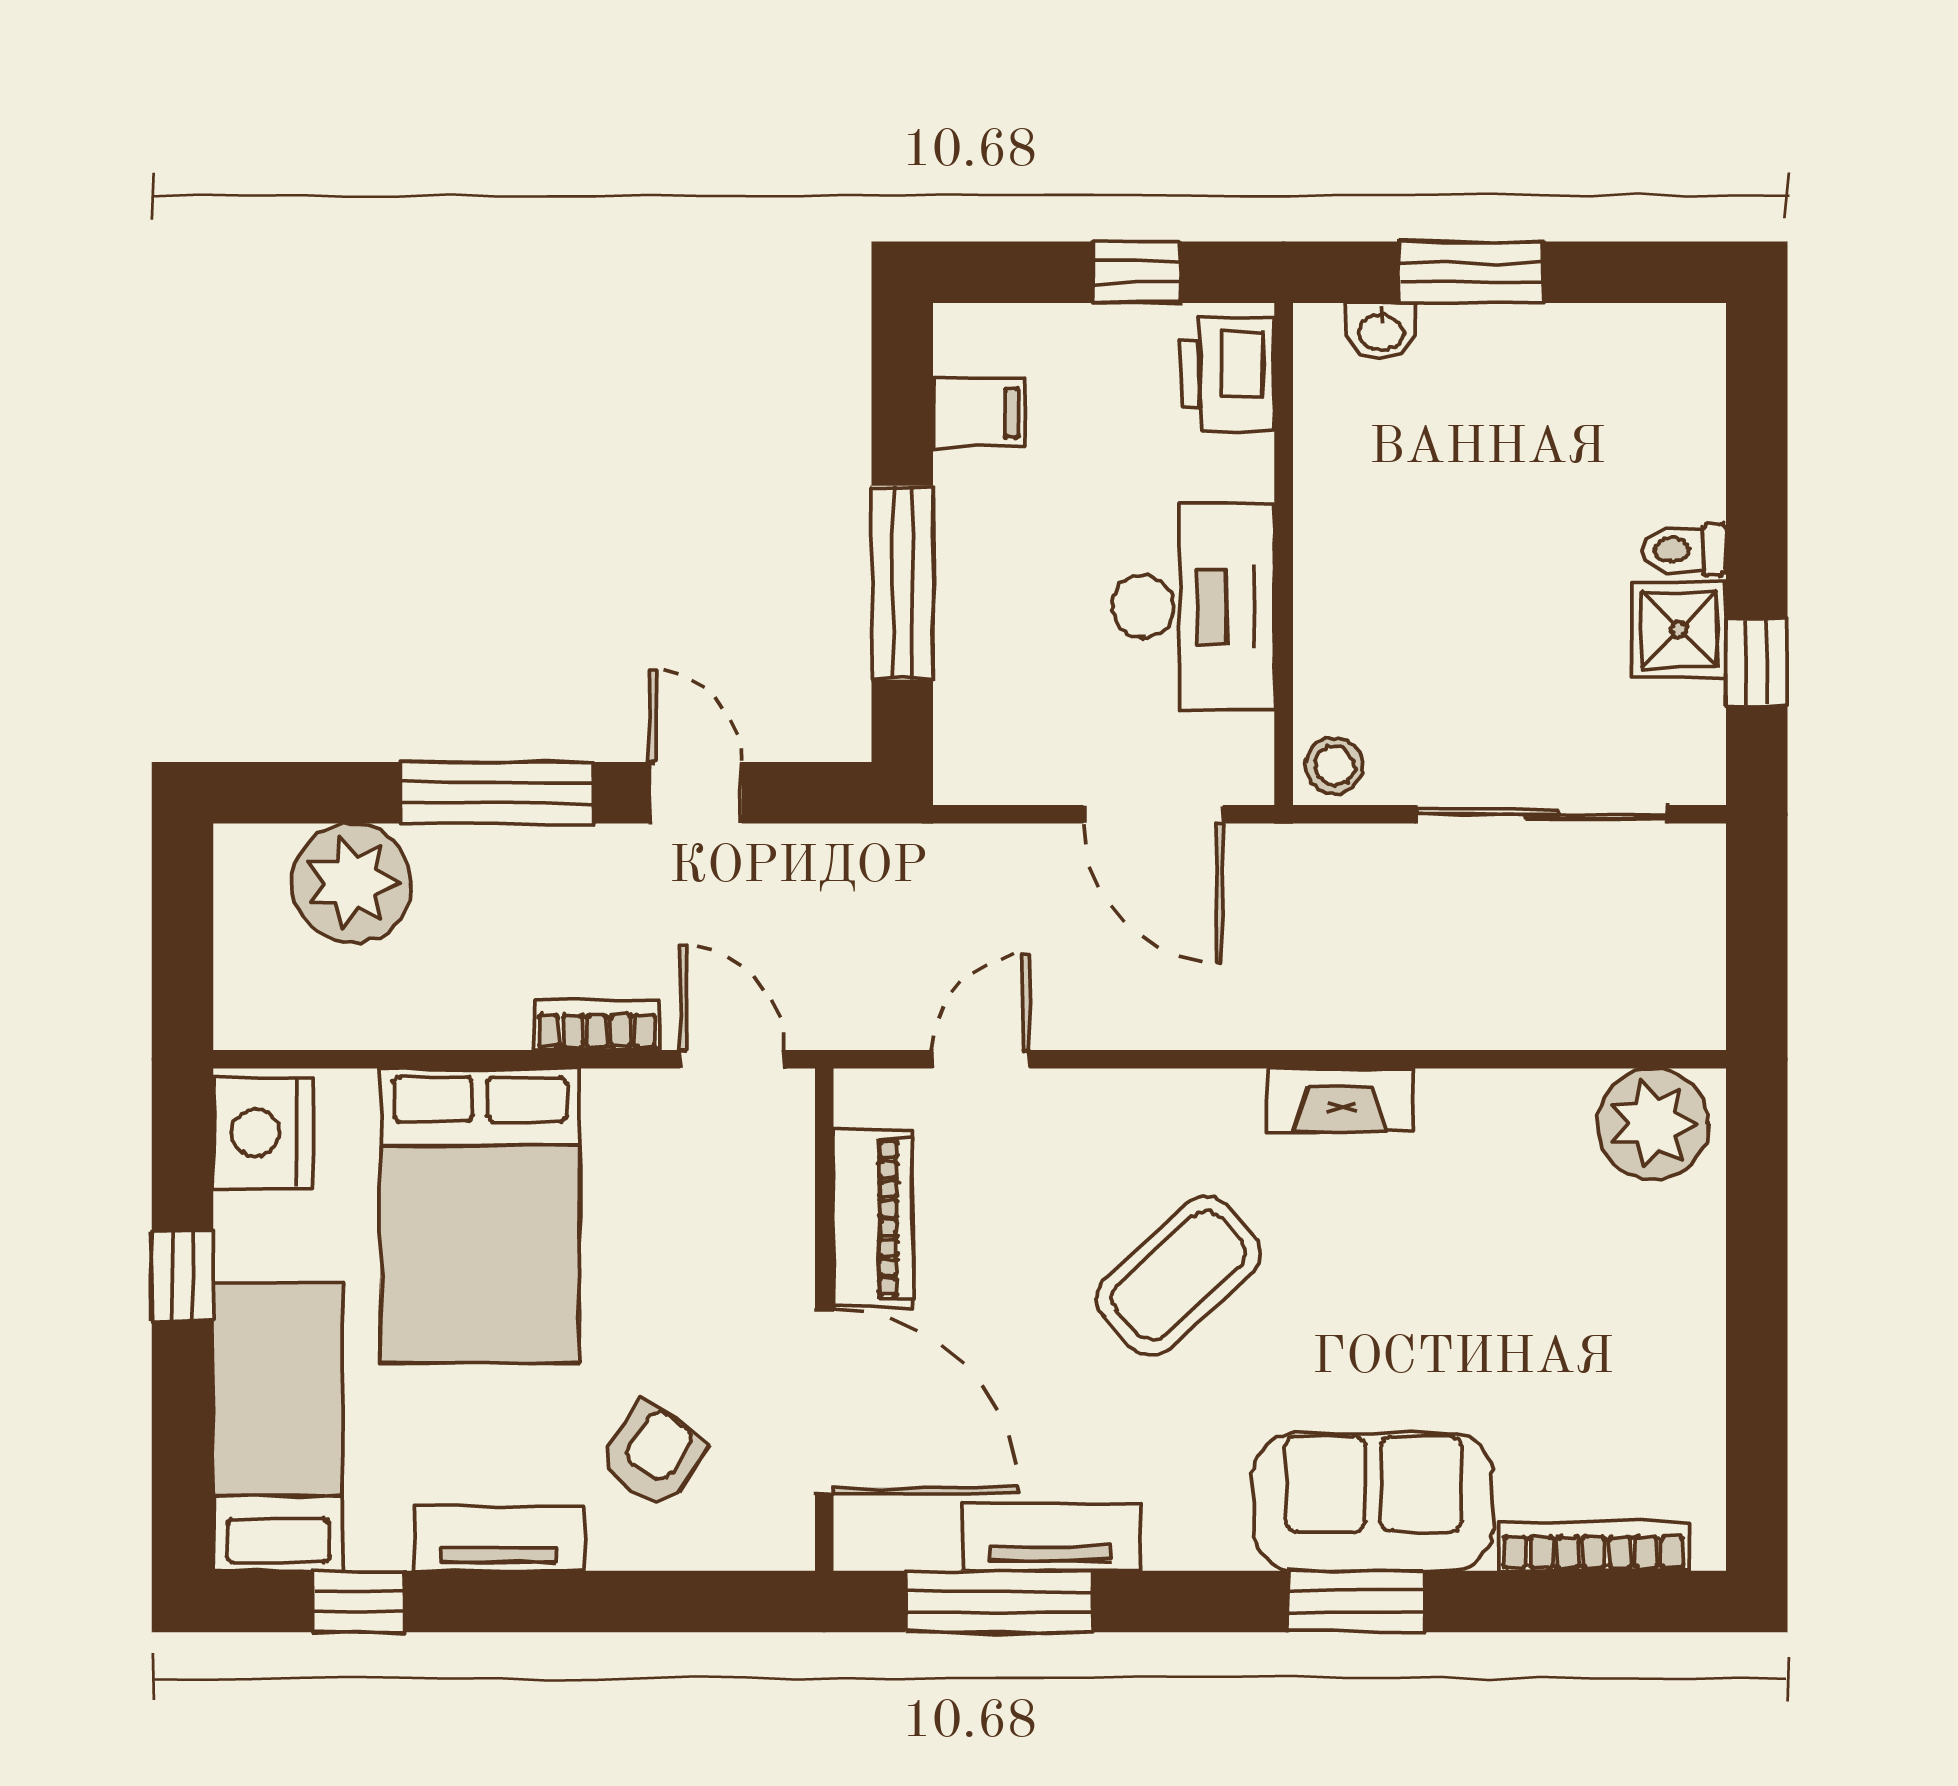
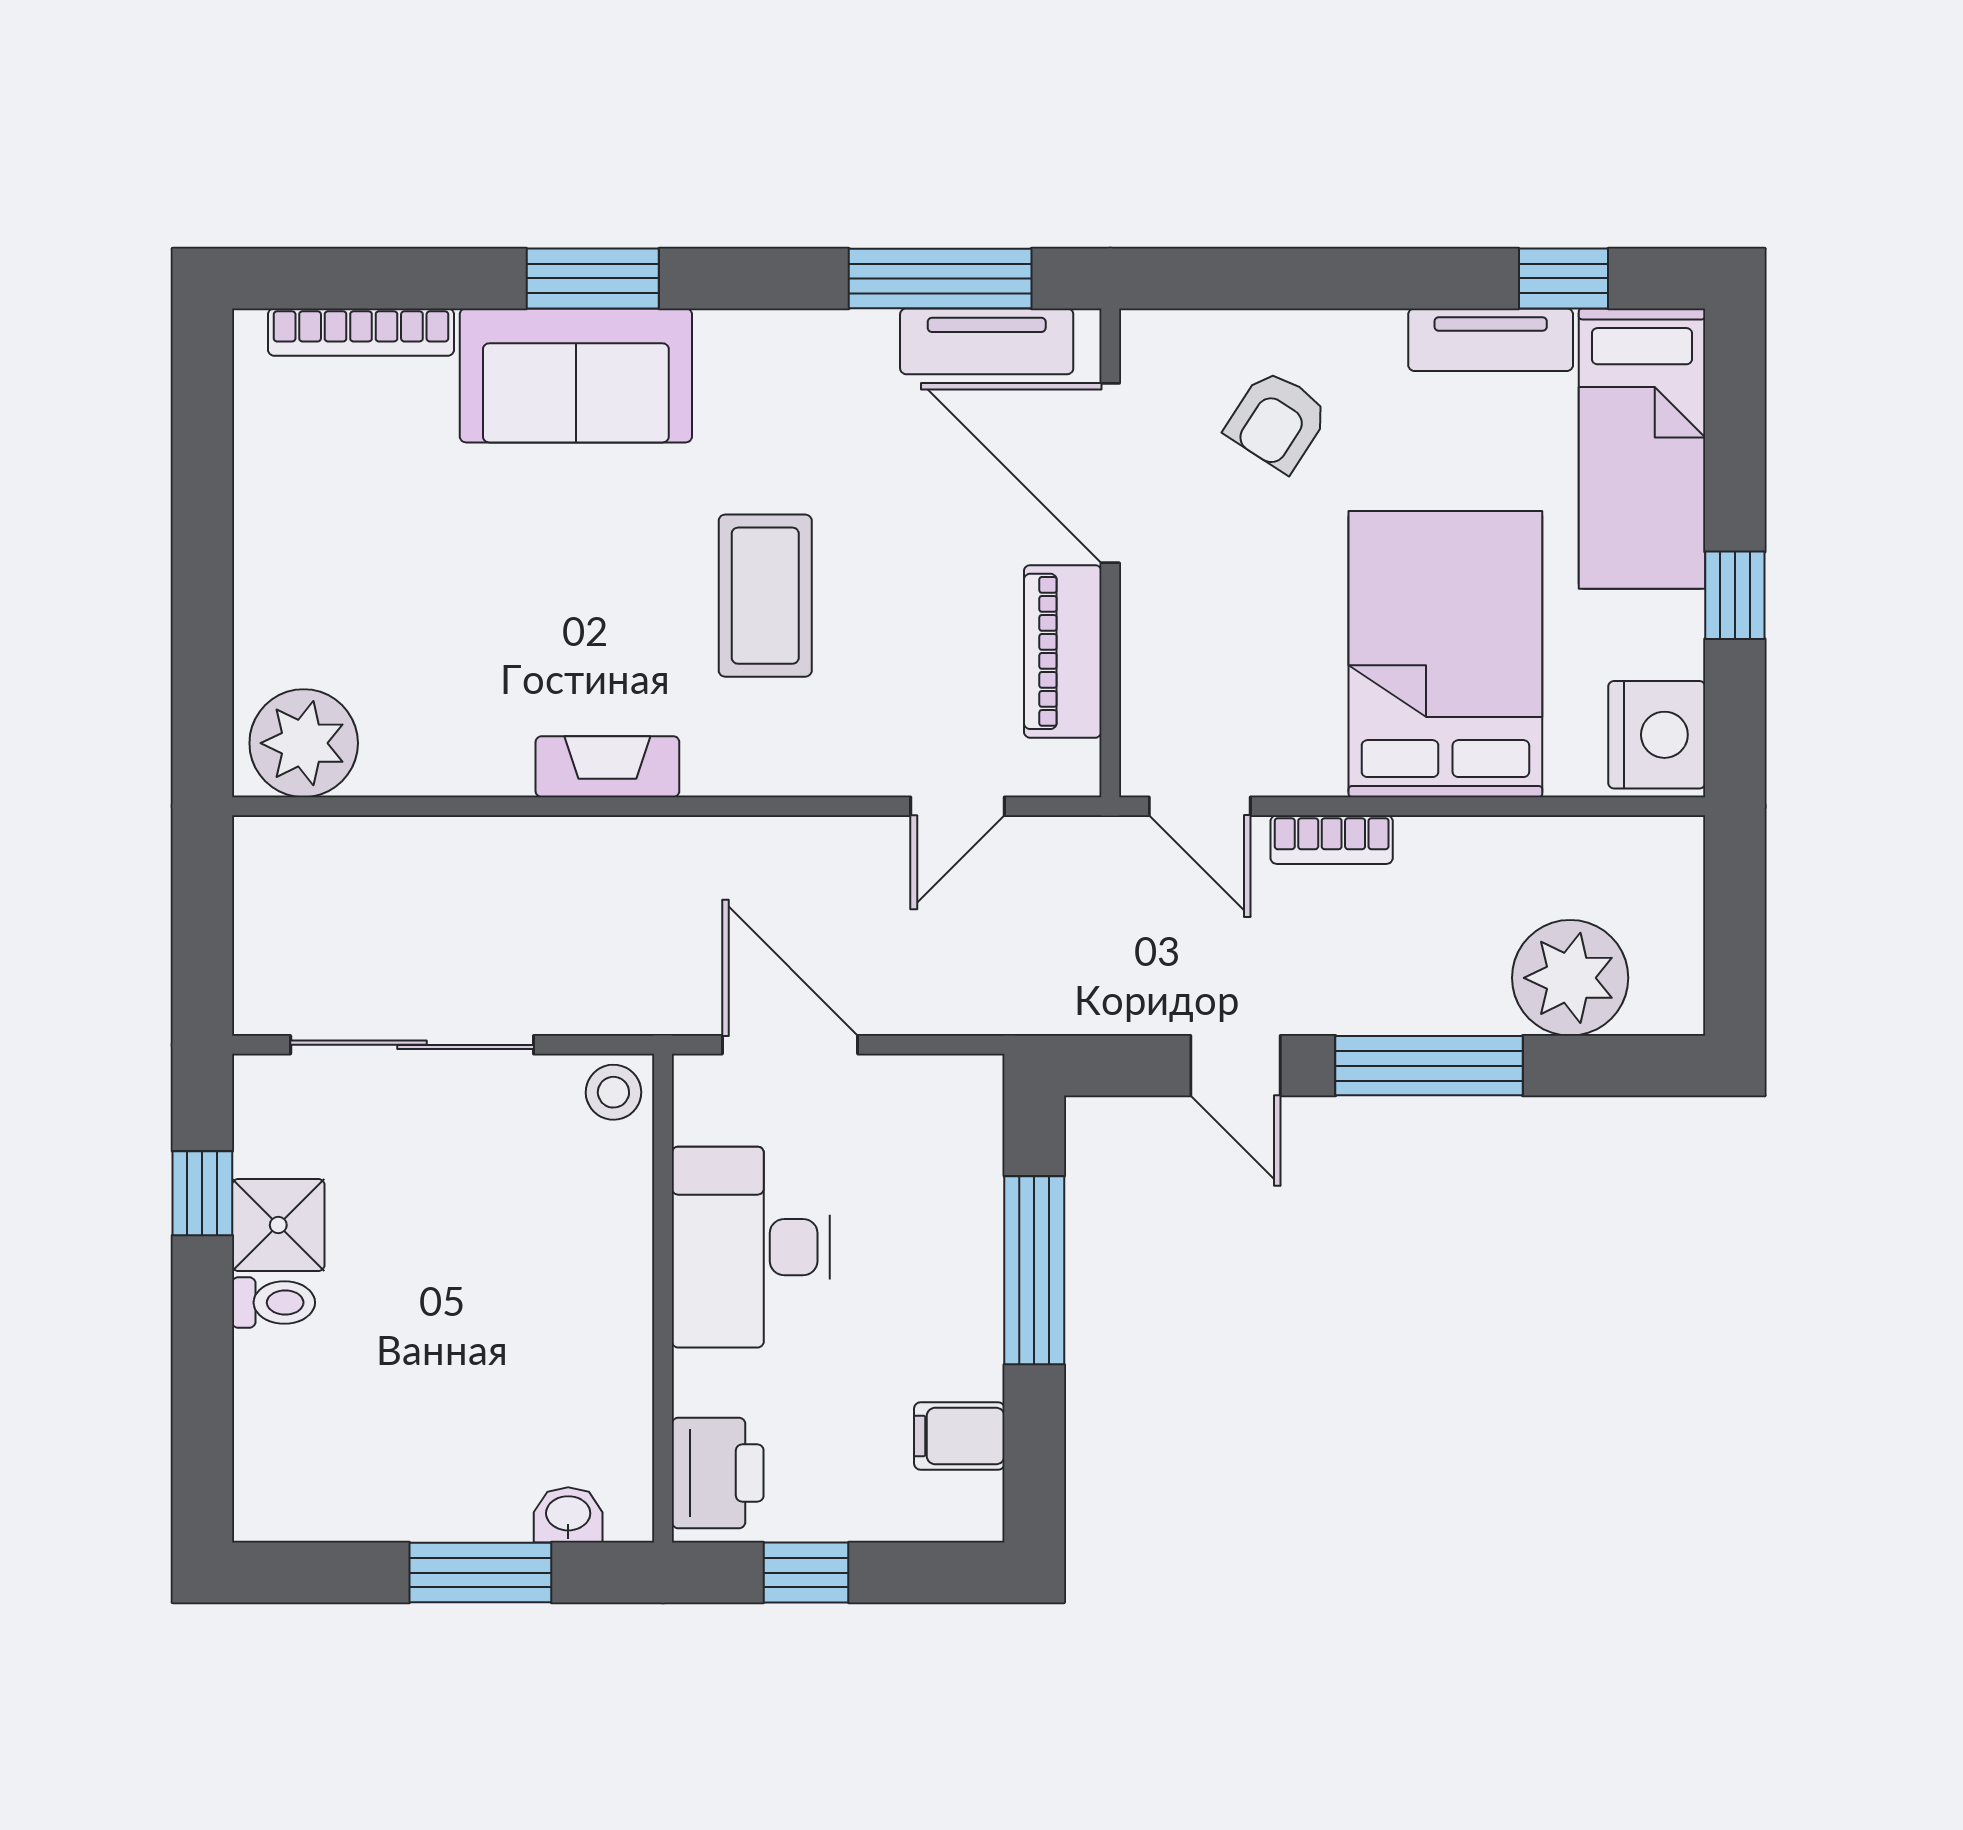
coffee table: (1179, 1276) -> (765, 596), turned -48
tv unit: (1050, 1537) -> (987, 341), moved
tv unit: (499, 1539) -> (1491, 340), moved

